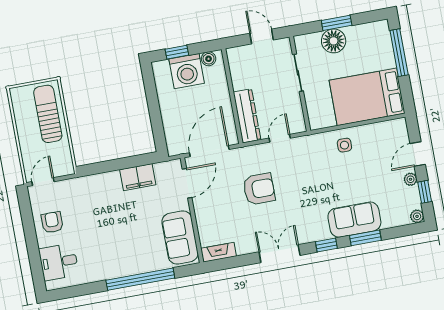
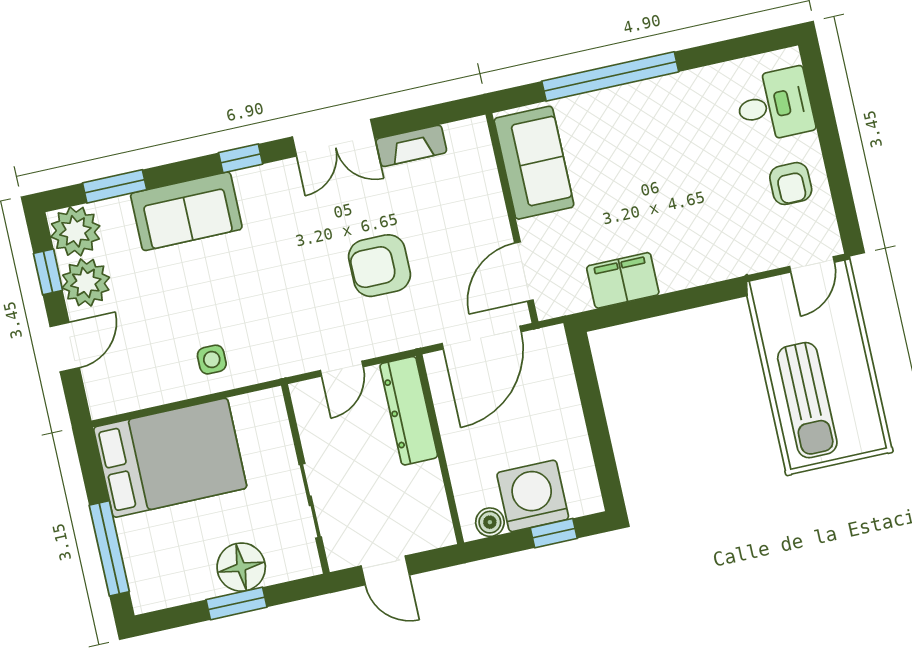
plant: (410, 179) -> (86, 283), width x1.88, depth x1.88
plant: (417, 216) -> (75, 231), width x1.87, depth x1.87
window: (365, 238) -> (115, 186), moved
fireplace: (219, 252) -> (411, 146), moved

